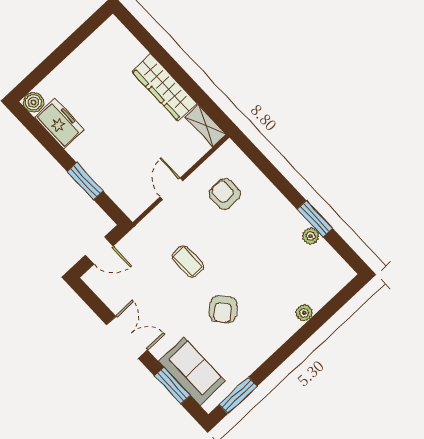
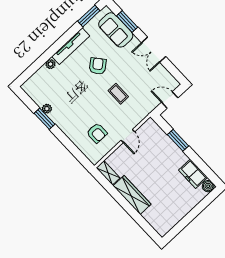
tv unit: (270, 343) -> (71, 46), added

